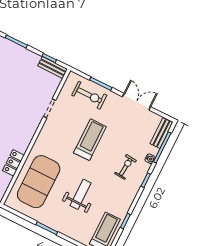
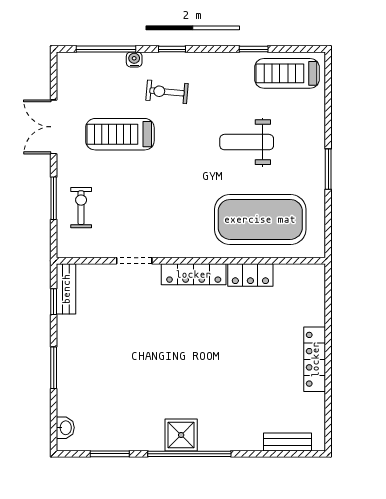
exercise bike: (89, 95) -> (81, 208), width x0.73, depth x0.72
bench: (161, 133) -> (84, 62), removed
locker: (28, 135) -> (194, 274), added
treadmill: (90, 140) -> (120, 134), moved

